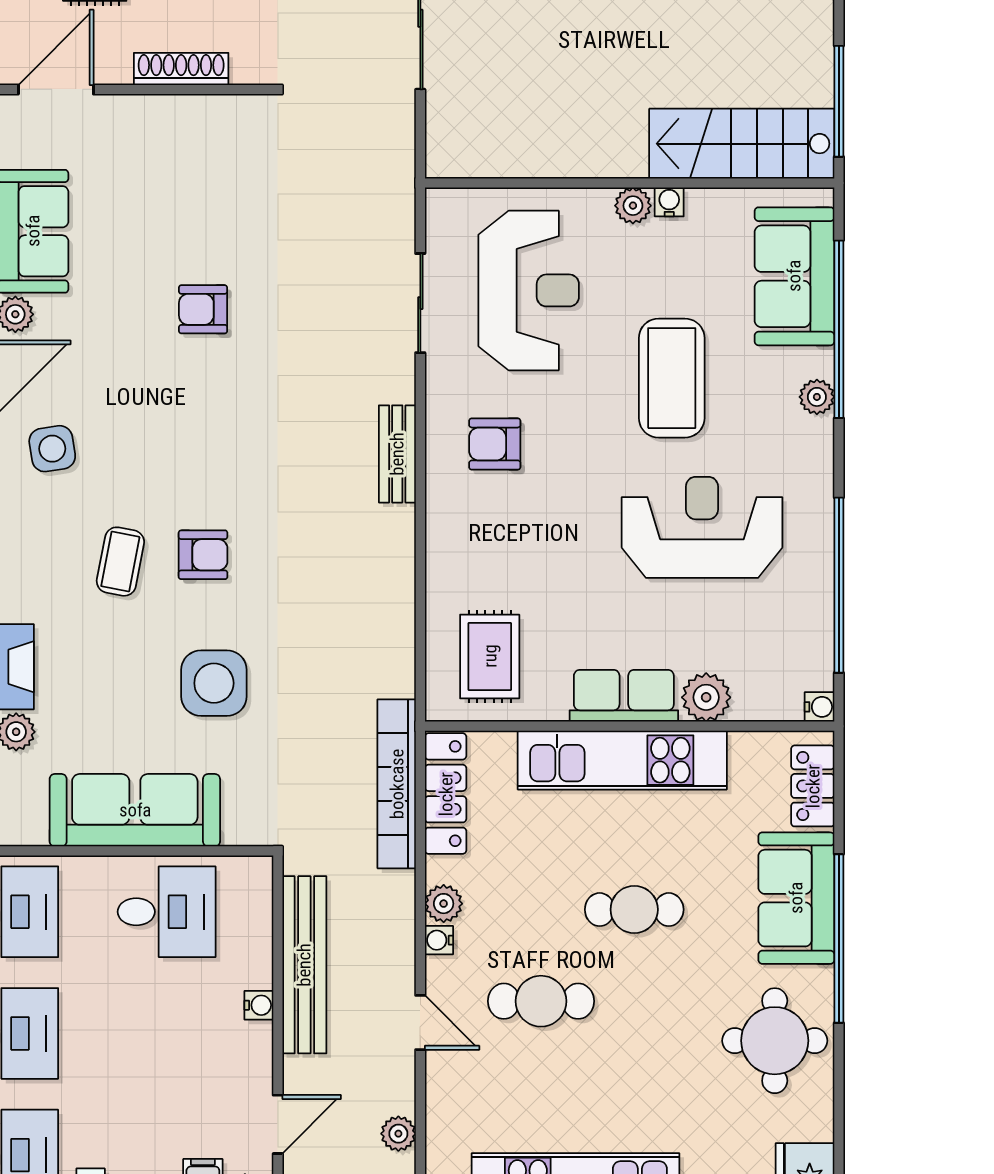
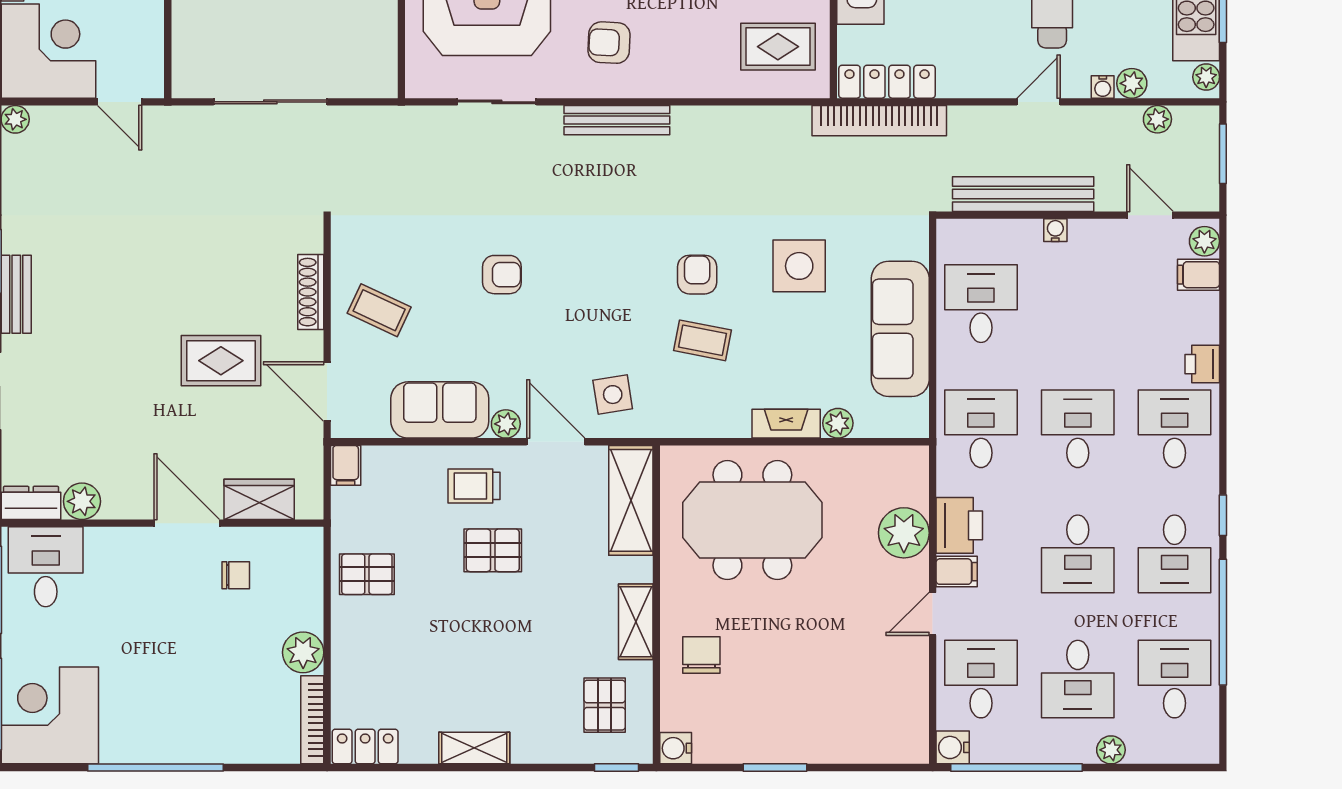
coffee table: (158, 155) -> (379, 310), added
armchair: (203, 309) -> (502, 275), turned -90
armchair: (495, 444) -> (609, 43), turned 93
bench: (397, 454) -> (617, 120), width x1.36
plant: (444, 904) -> (1132, 83), moved
water cooler: (439, 940) -> (1103, 87), moved
door: (420, 1023) -> (1039, 102), moved

